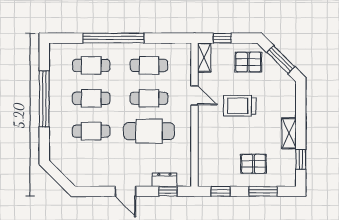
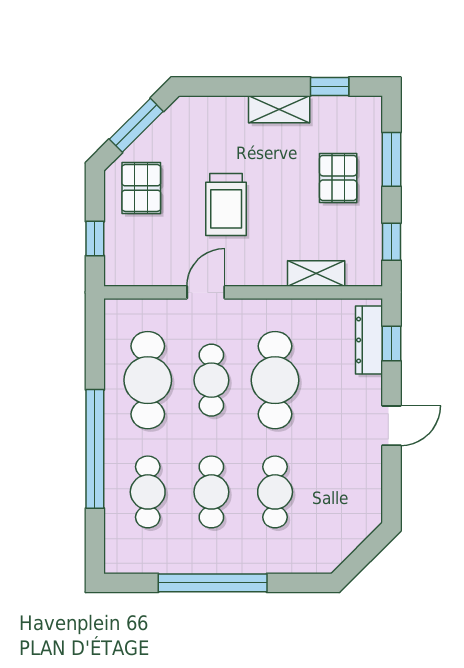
shelving: (204, 58) -> (316, 273), moved
cafe table: (149, 65) -> (148, 380), width x1.37, depth x1.35
dresser: (164, 180) -> (369, 340), width x1.44

